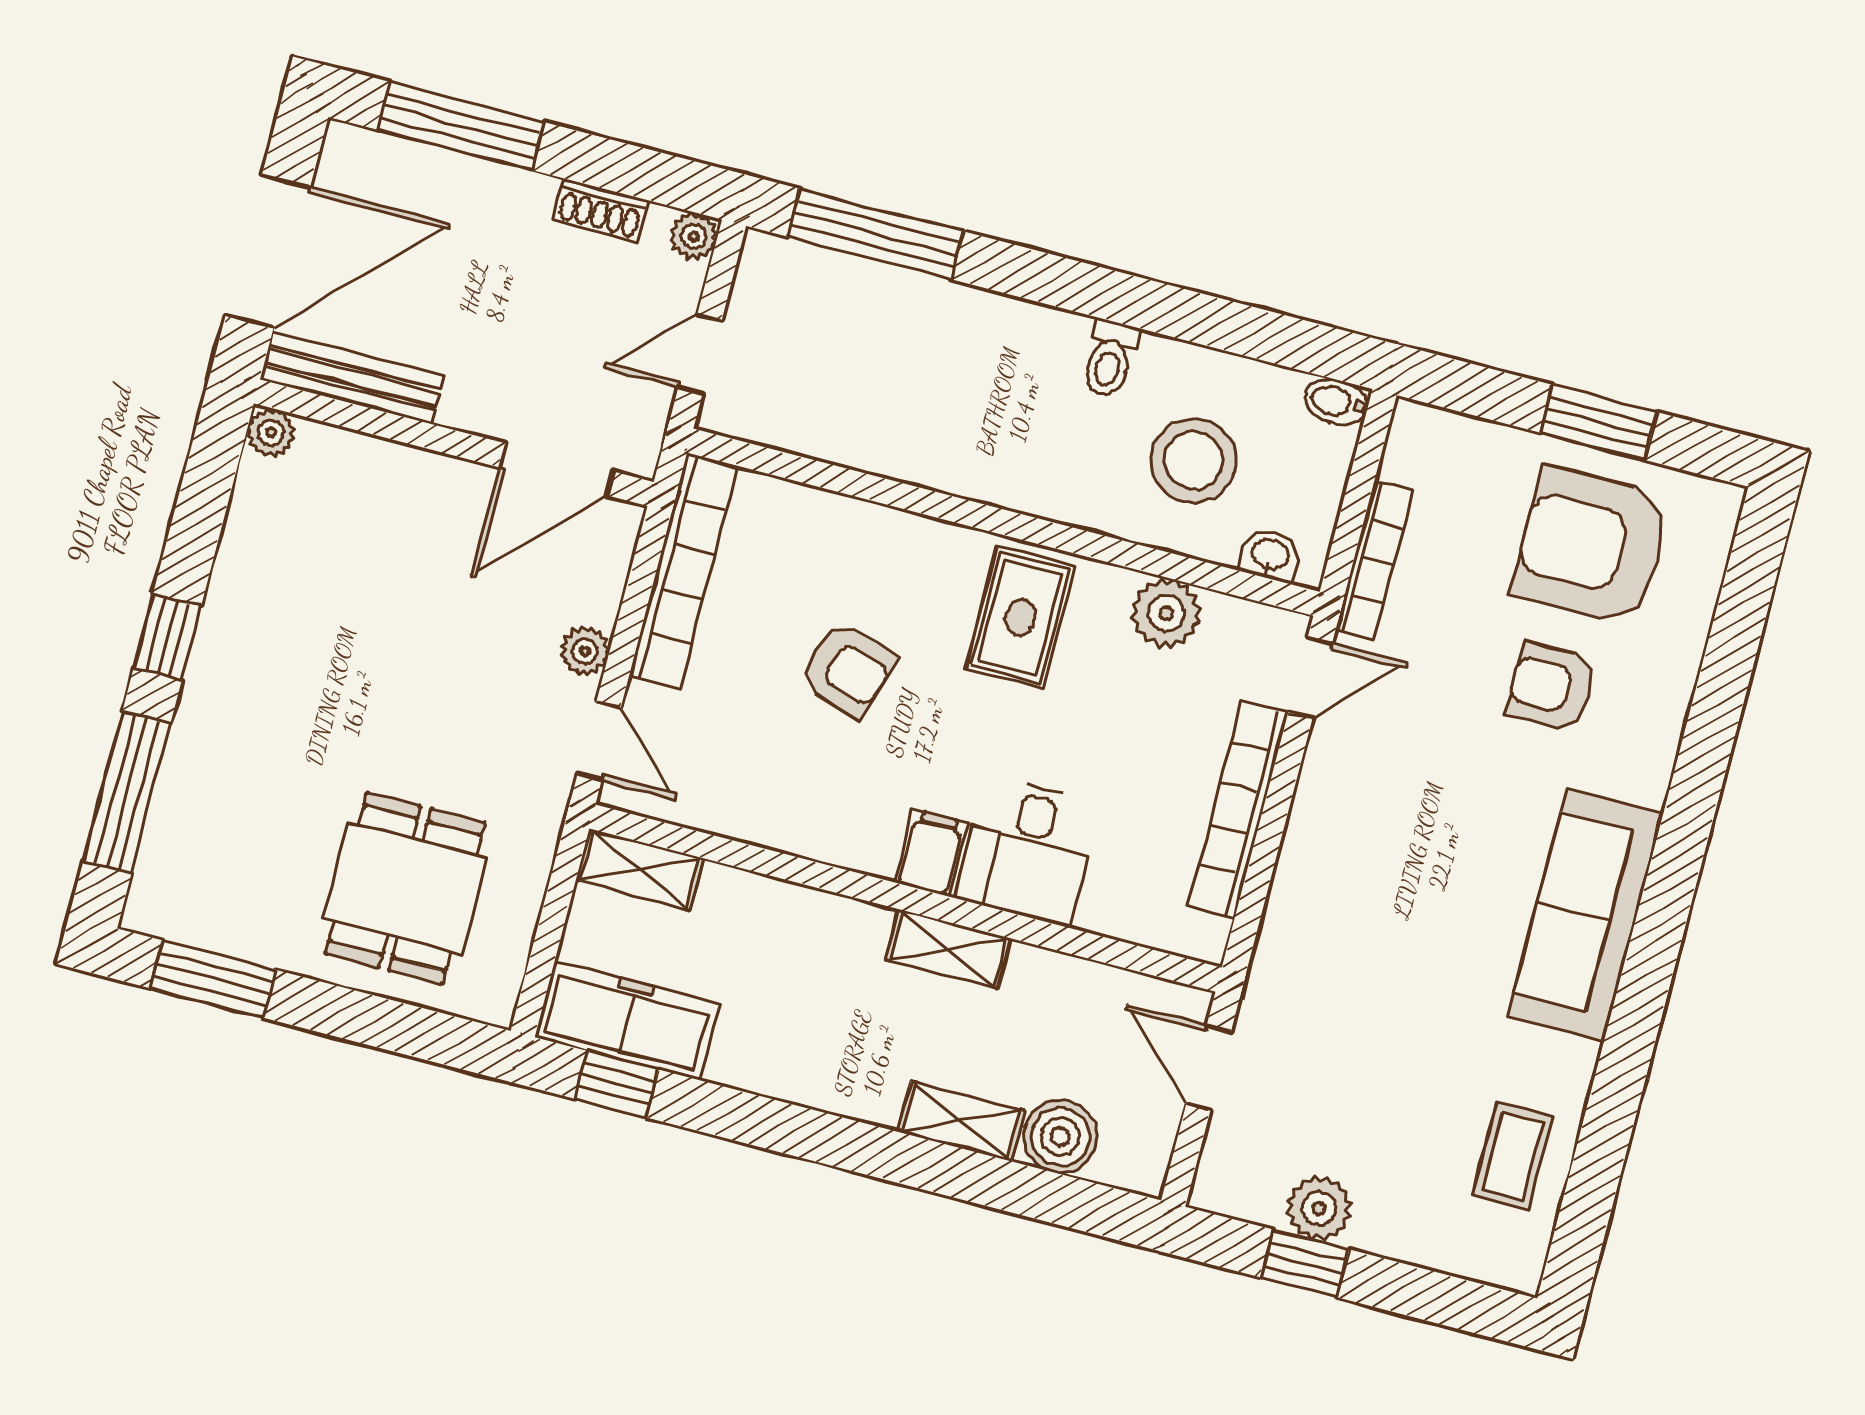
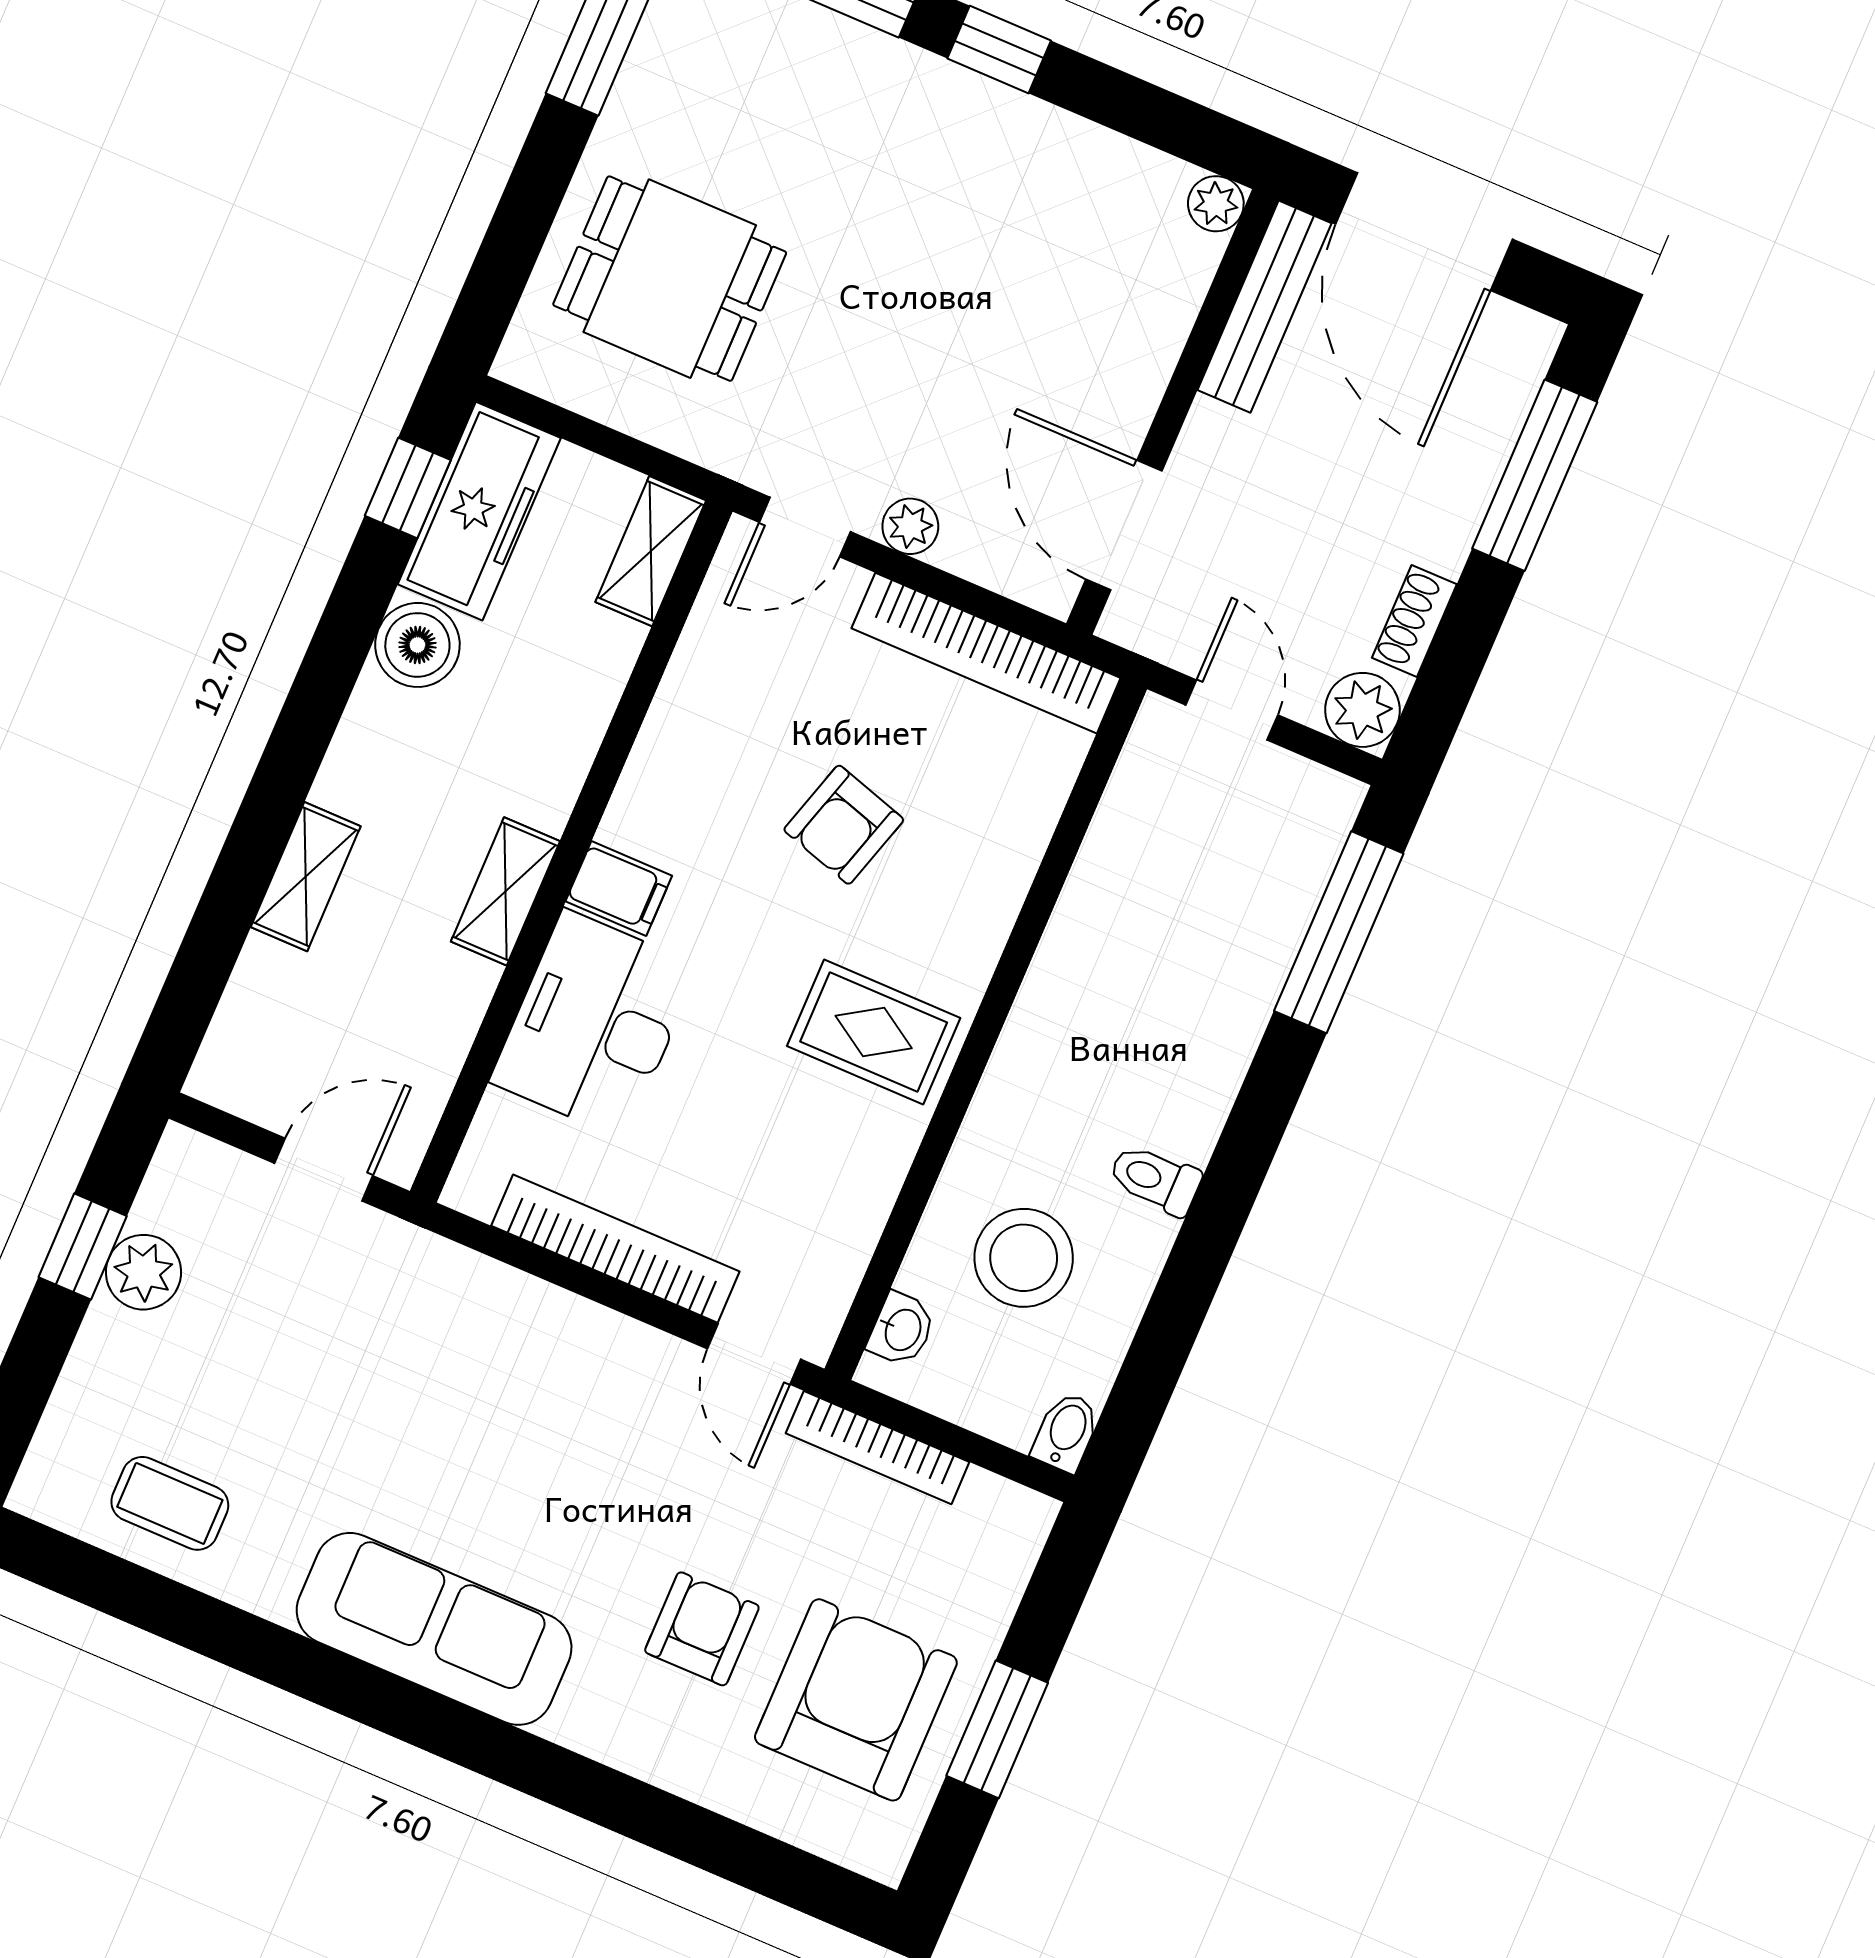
plant: (694, 236) -> (1362, 710), width x1.38, depth x1.38
plant: (1166, 613) -> (853, 1200), removed
desk: (1028, 851) -> (594, 1024), width x1.37
boiler: (1060, 1137) -> (417, 645), moved

